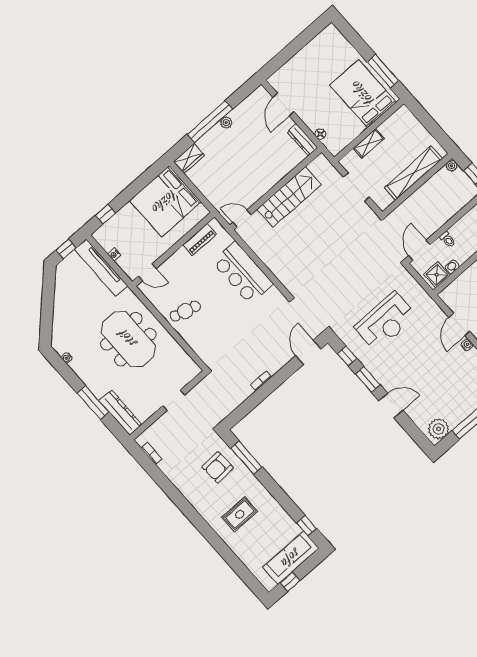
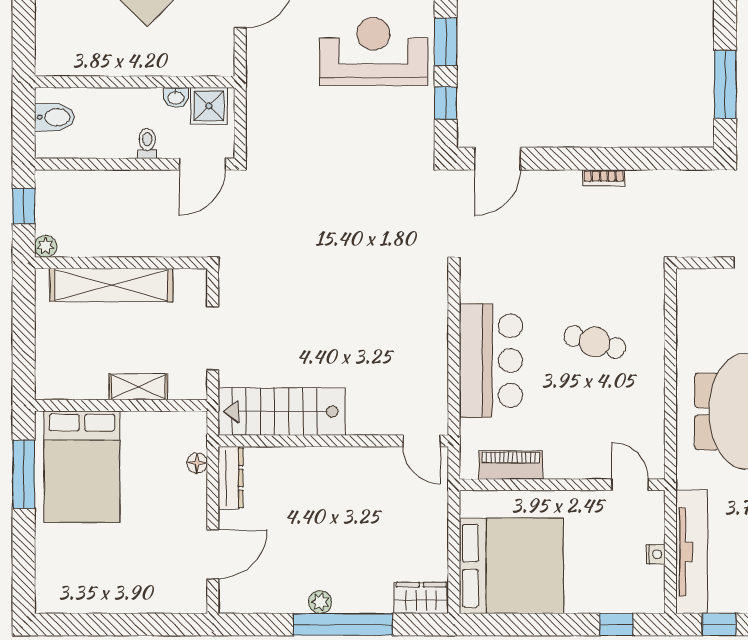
stairs: (289, 197) -> (282, 412), moved
cafe table: (185, 311) -> (595, 342), moved
reception desk: (385, 321) -> (373, 52), moved

